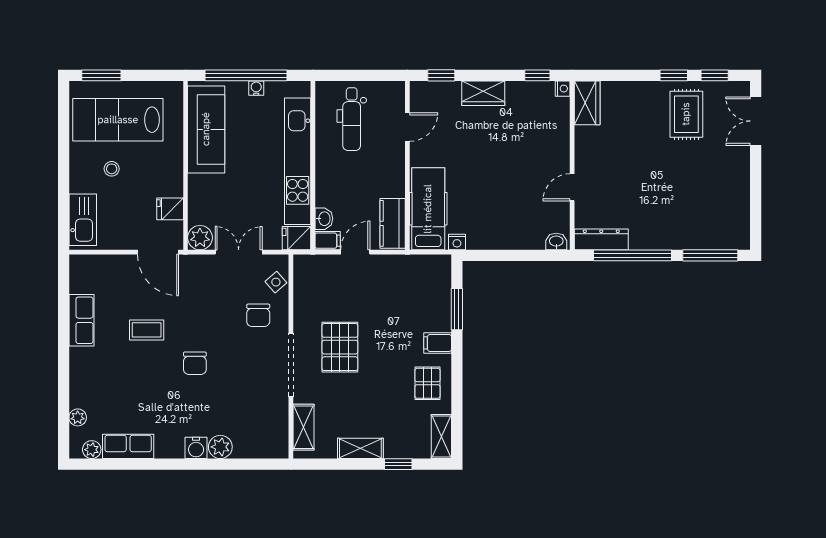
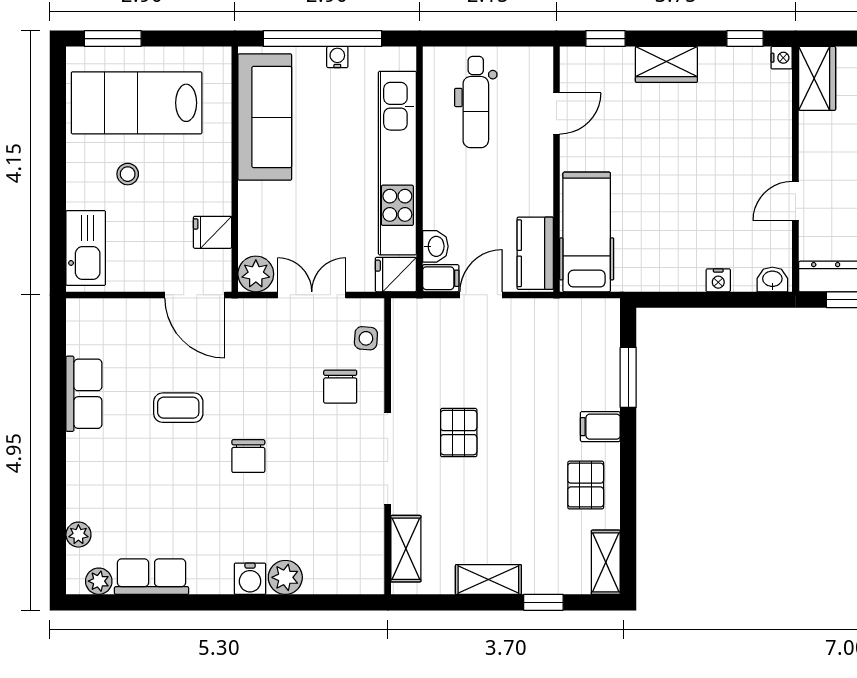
nightstand: (457, 242) -> (718, 280), moved
side table: (276, 282) -> (366, 338), turned 45
pallet: (340, 347) -> (459, 433), width x0.67, depth x0.71

